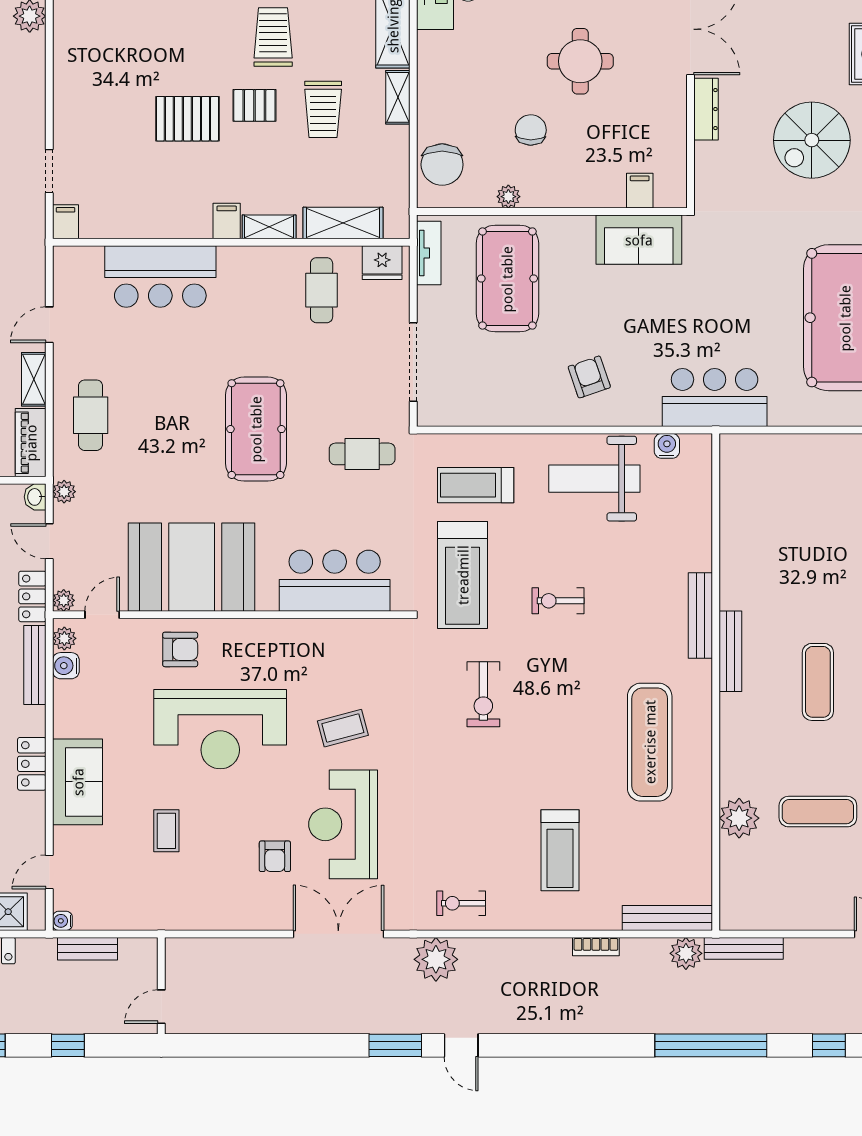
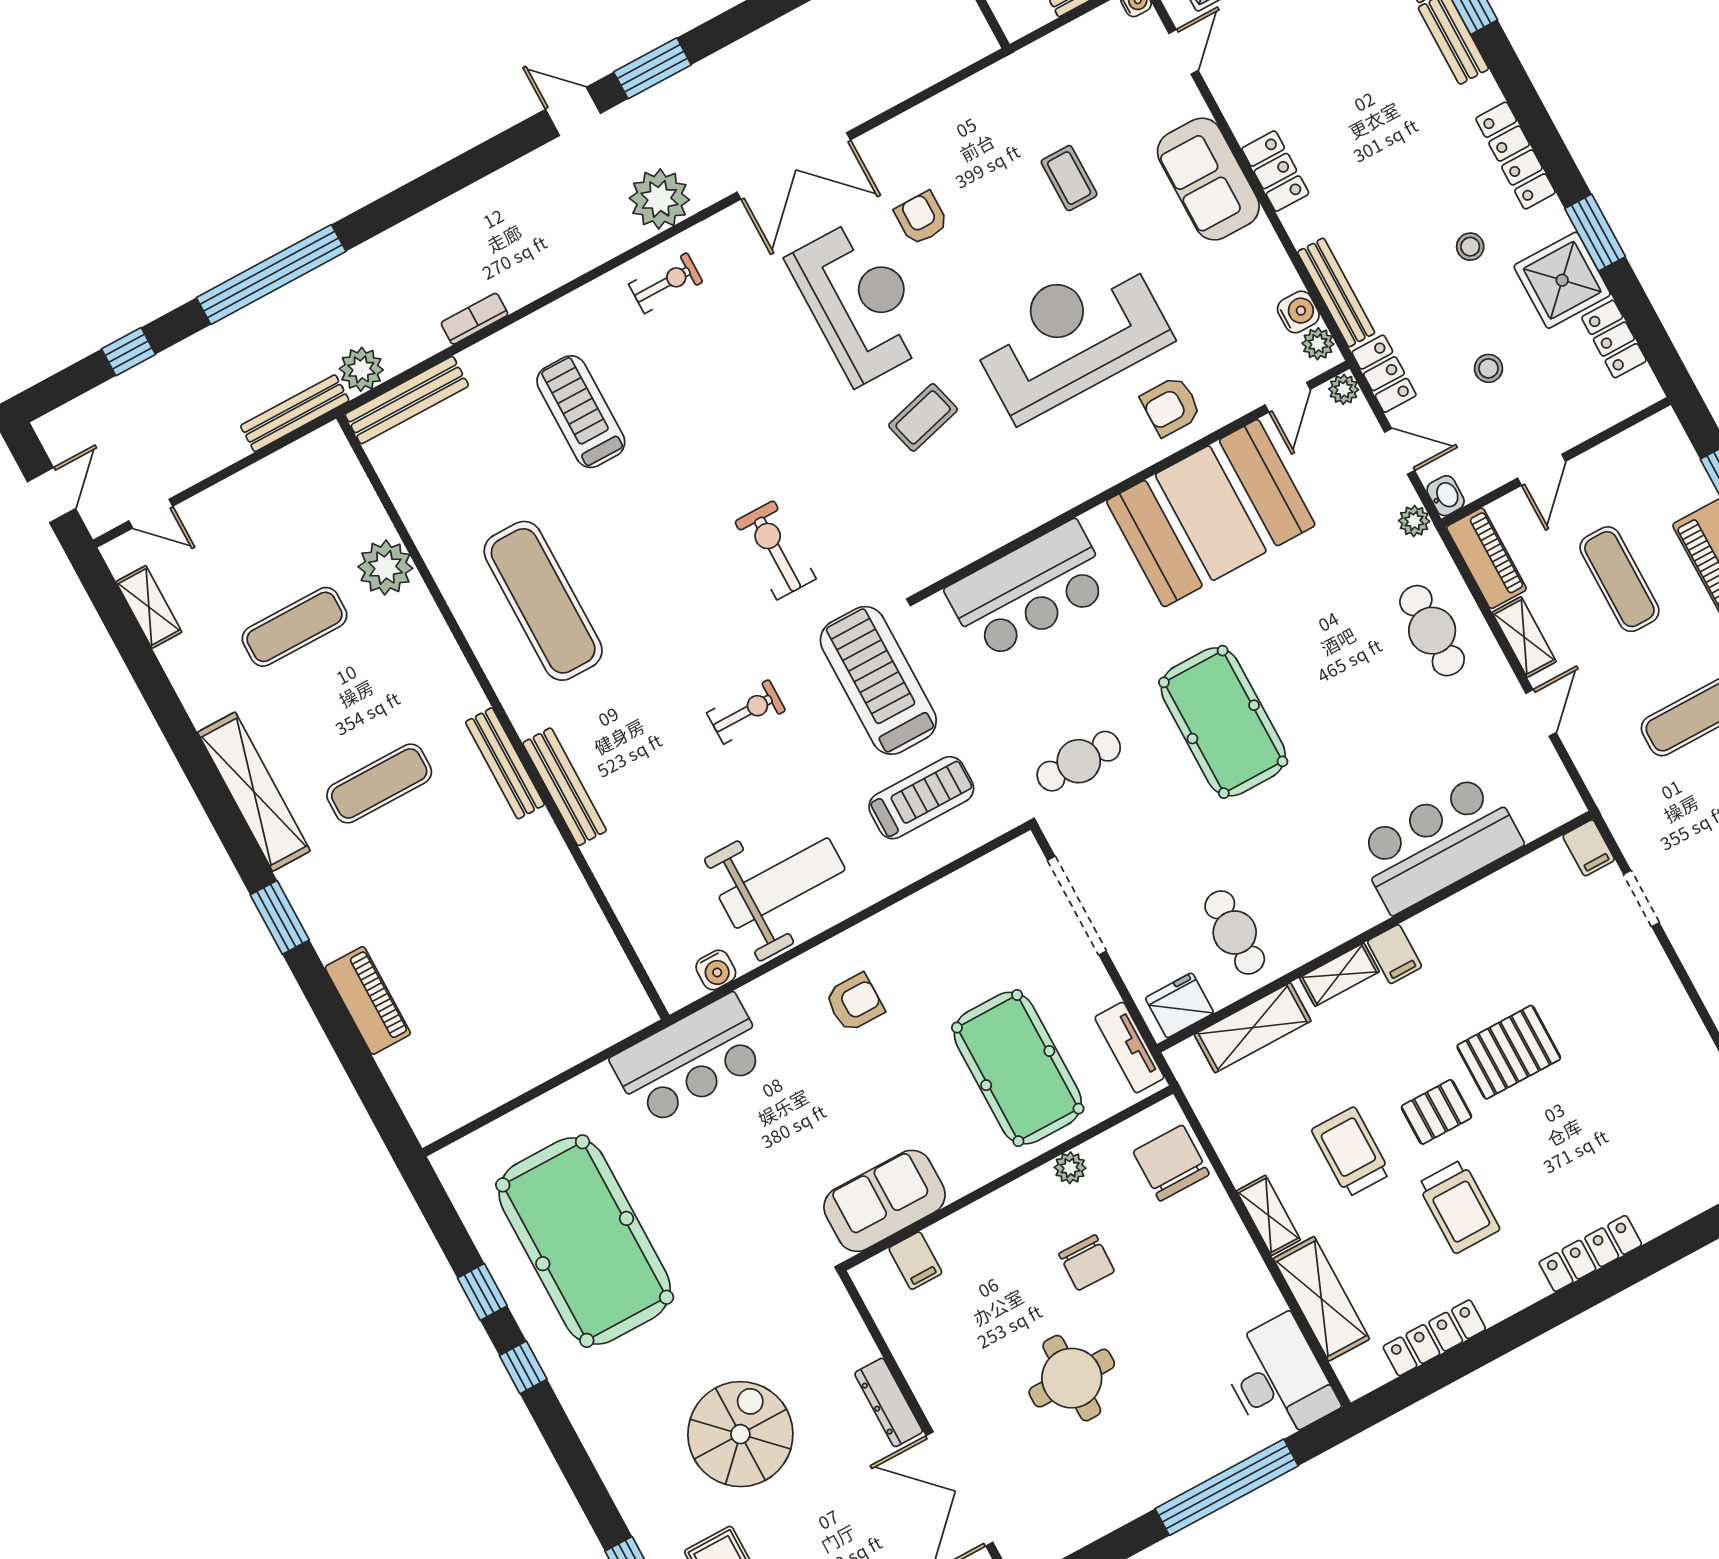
armchair: (589, 377) -> (855, 1003), turned -71
exercise mat: (818, 682) -> (379, 783), turned 90

